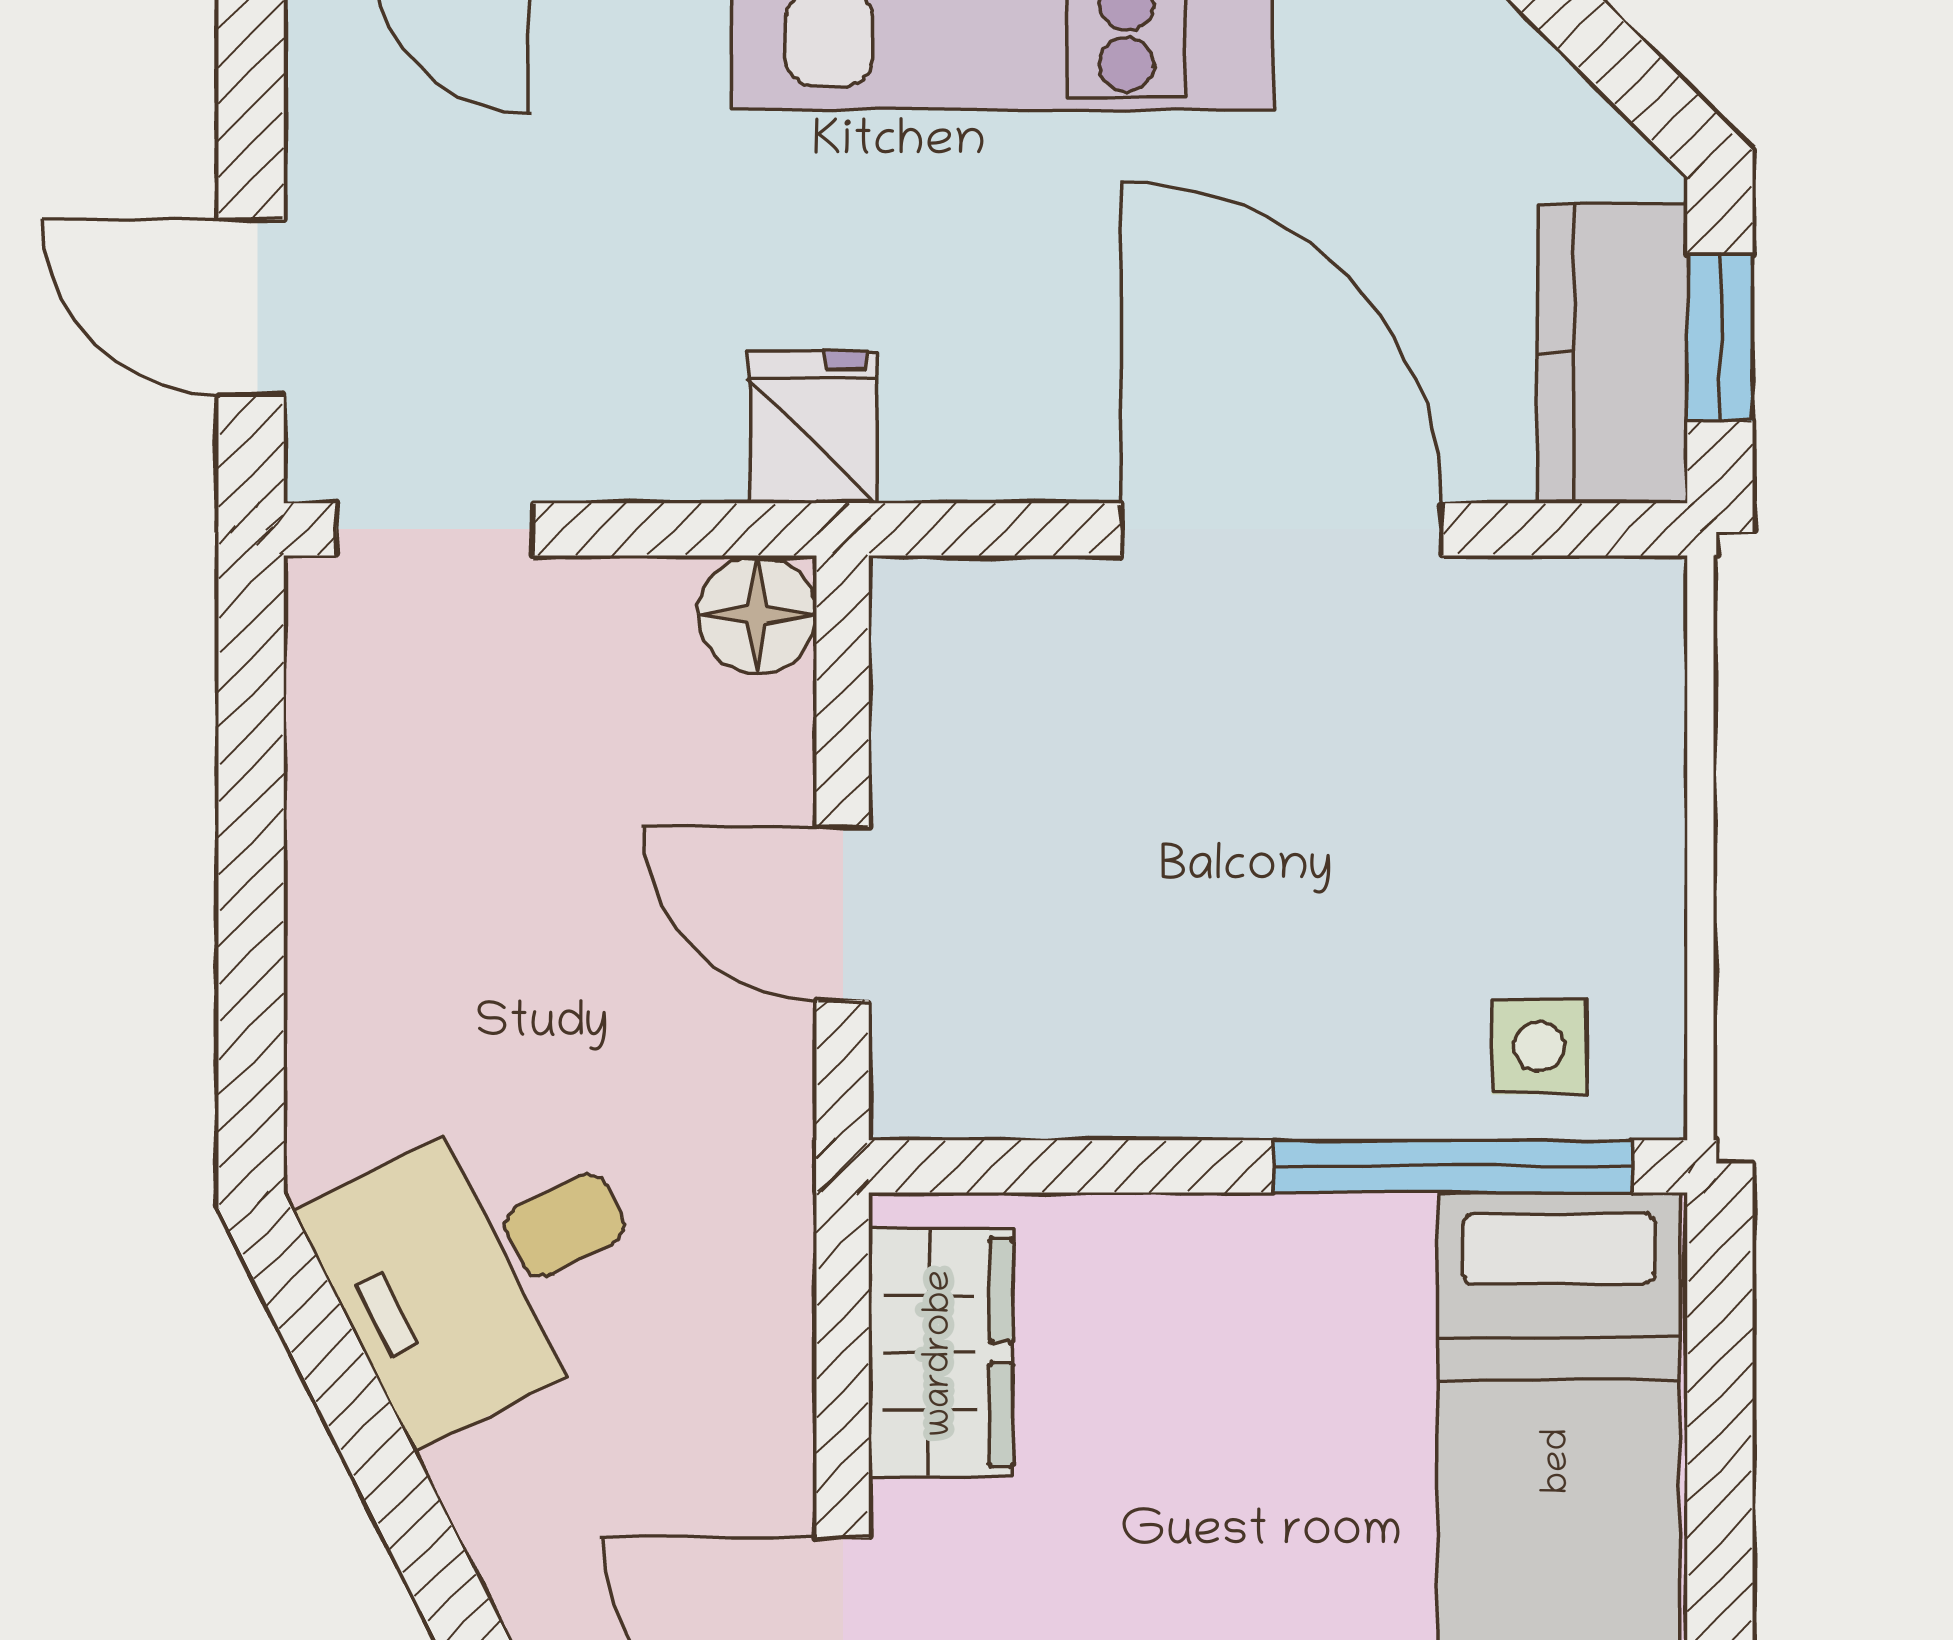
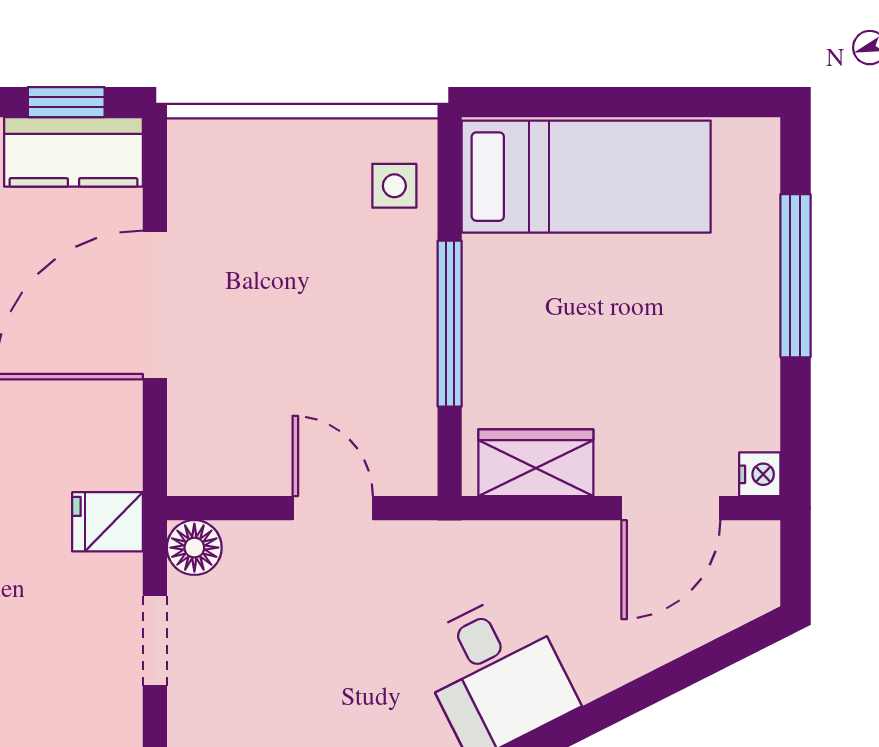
doorway: (435, 529) -> (155, 641), moved
door: (843, 914) -> (333, 508), swing flipped
window: (1452, 1166) -> (450, 324), moved

